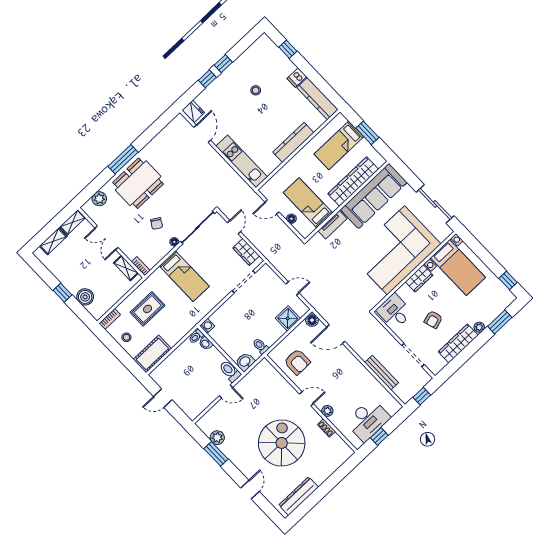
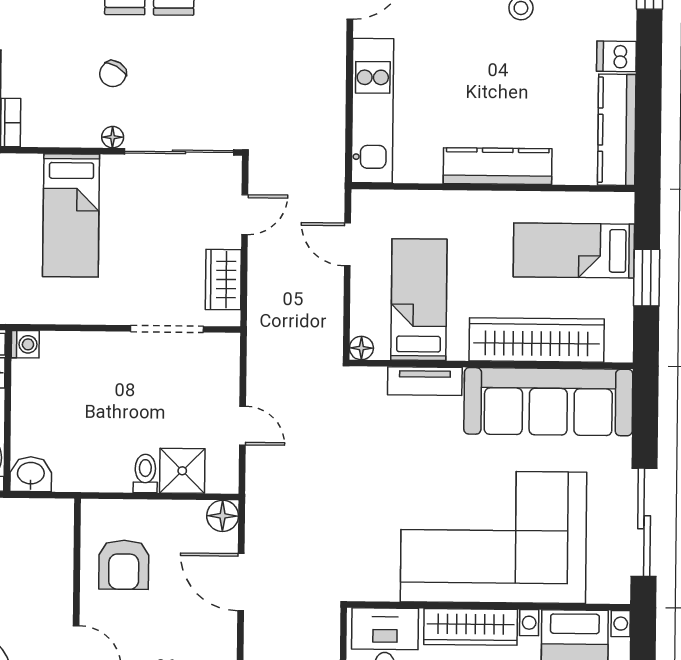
floor lamp: (291, 219) -> (361, 348), moved
wardrobe: (419, 278) -> (471, 627), width x1.50
toilet: (261, 346) -> (145, 473), moved

